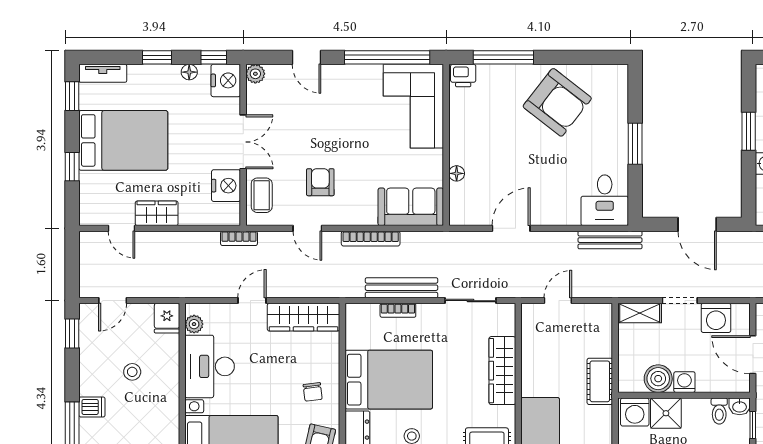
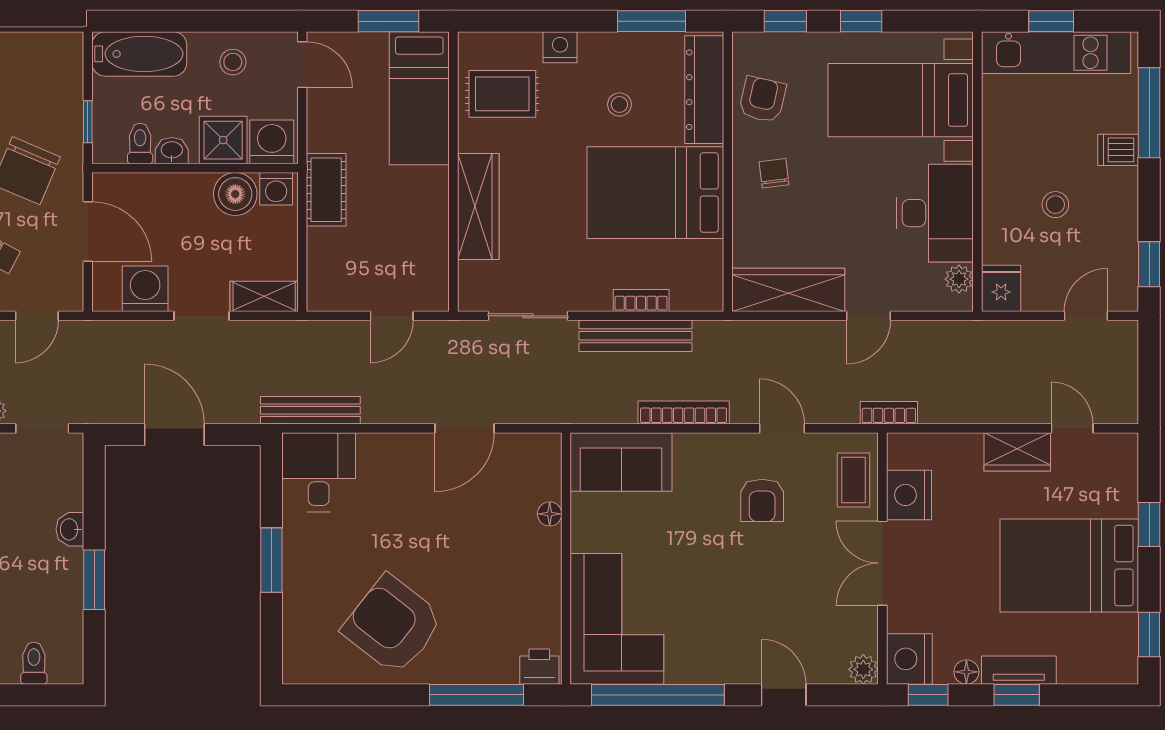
tv unit: (103, 73) -> (1019, 670), moved
washing machine: (684, 382) -> (276, 189), moved
washbasin: (740, 406) -> (172, 151), moved

